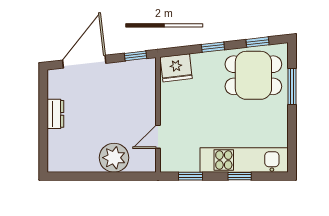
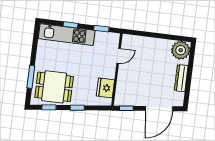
fridge: (176, 68) -> (105, 88), moved, turned -84
dresser: (55, 114) -> (181, 78), width x1.44
plant: (114, 158) -> (181, 50), moved

